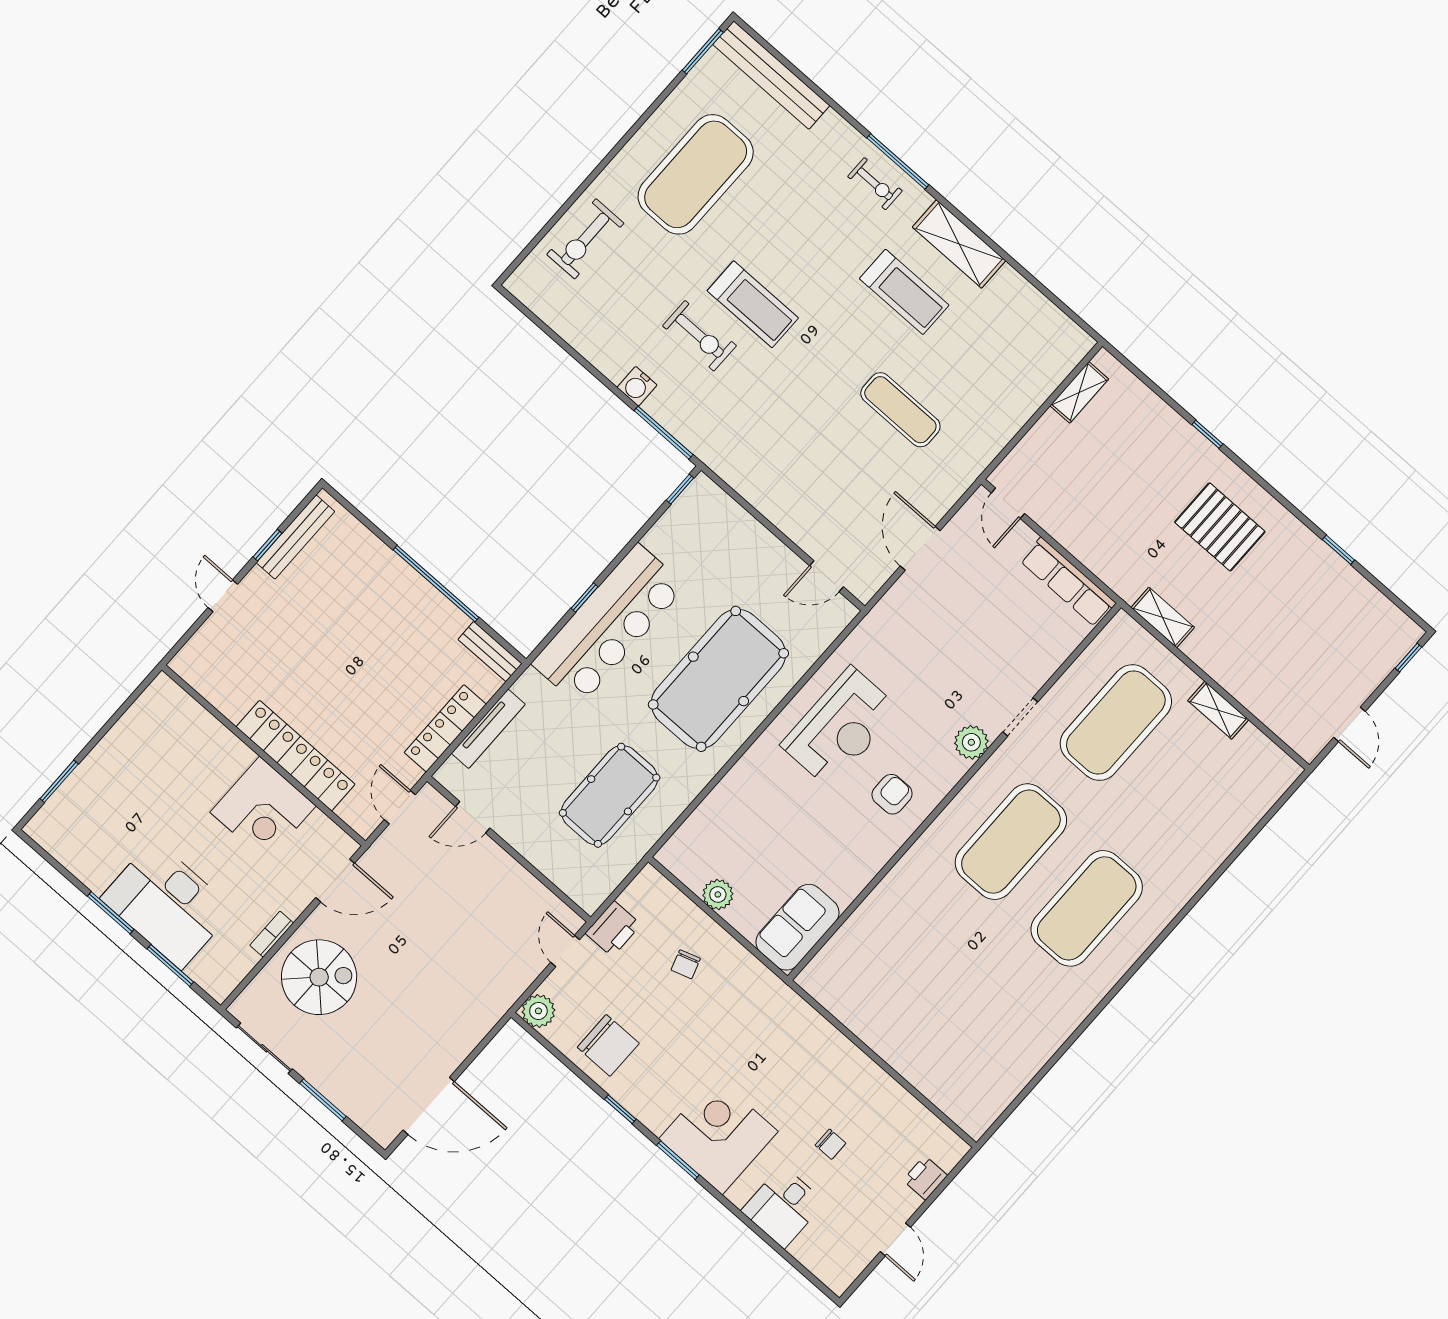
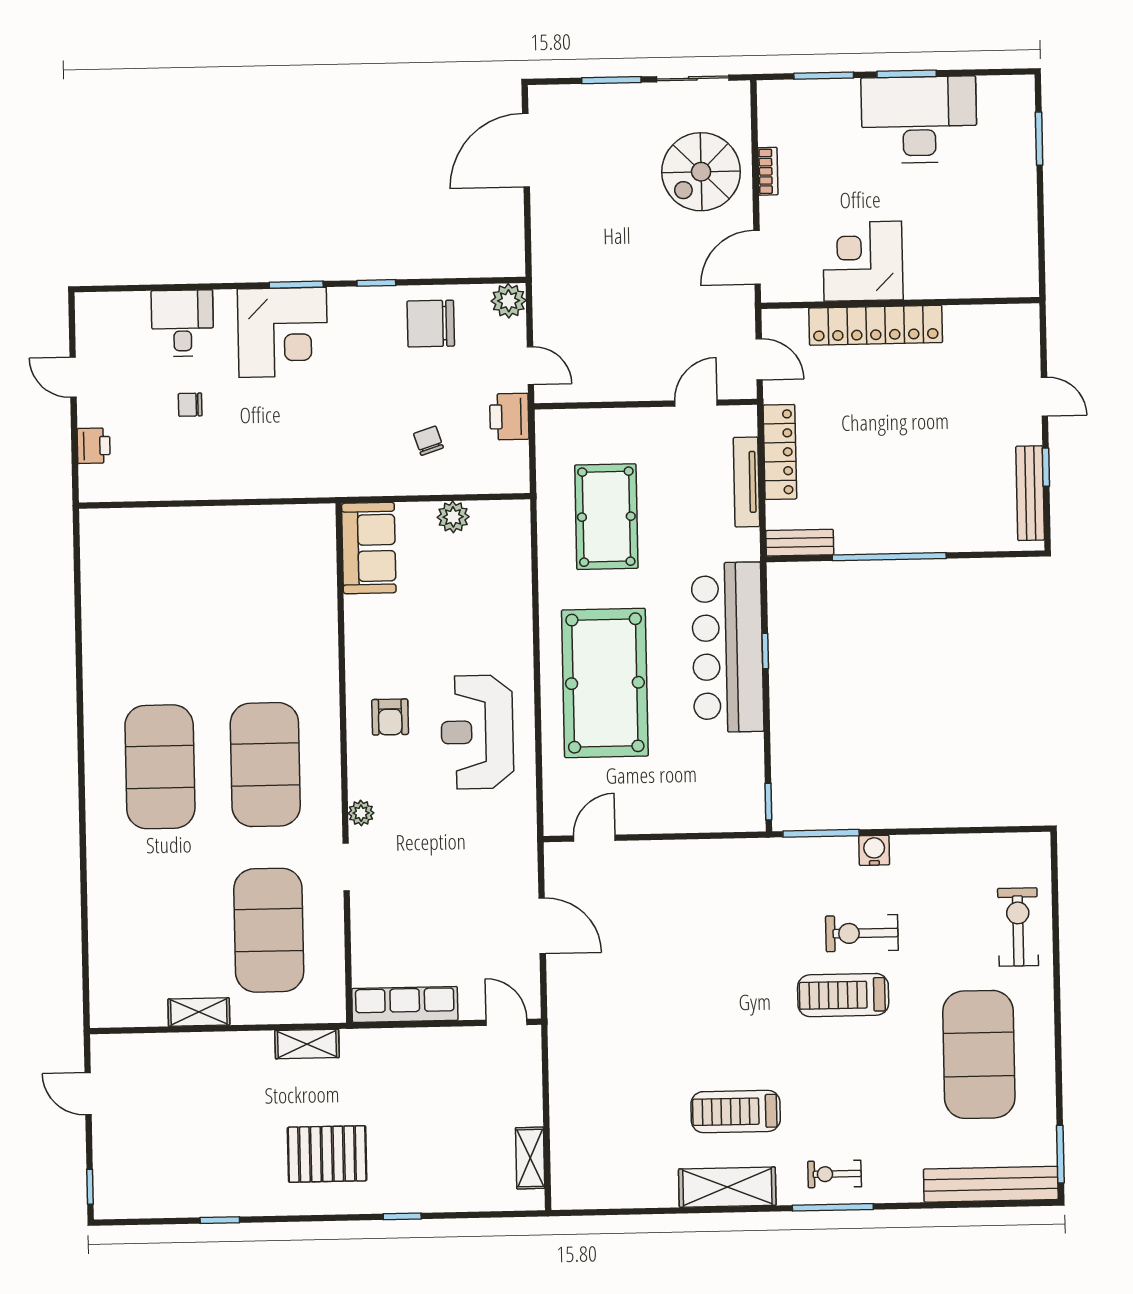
exercise mat: (900, 410) -> (655, 1018), removed
plant: (971, 742) -> (361, 813), width x0.73, depth x0.73
desk: (167, 904) -> (919, 120), moved

